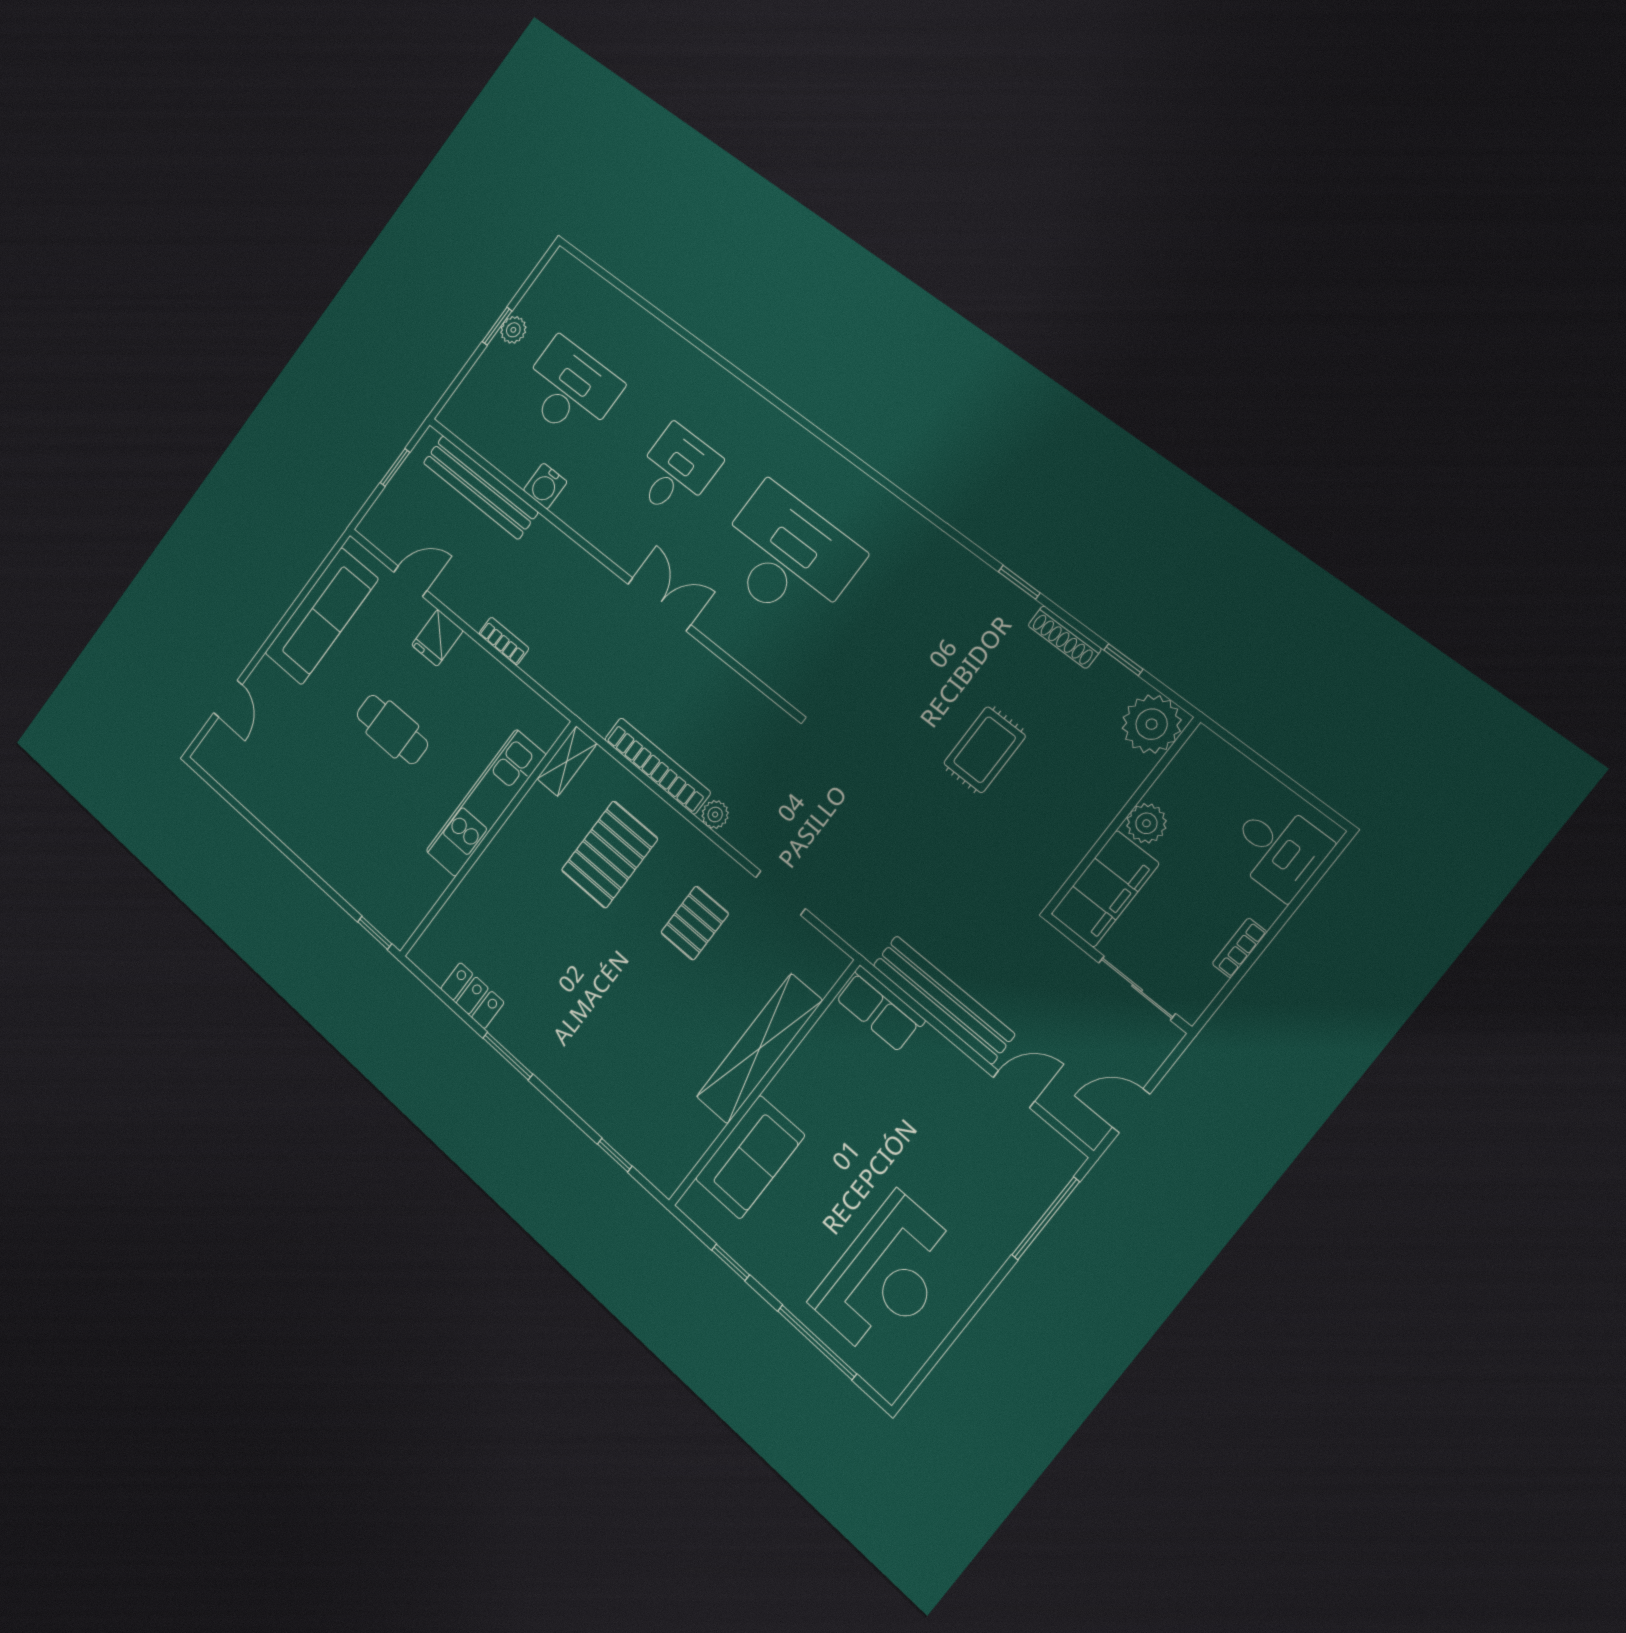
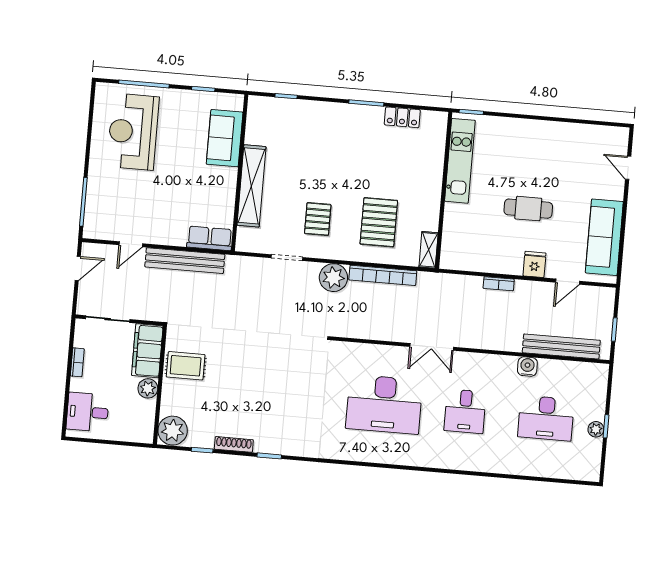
rug: (985, 750) -> (186, 366), moved, turned 90
kitchen unit: (486, 803) -> (460, 161), moved
plant: (715, 814) -> (333, 278), width x1.87, depth x1.87

